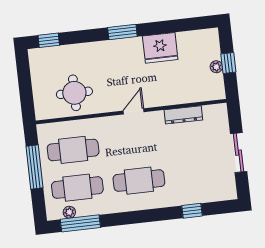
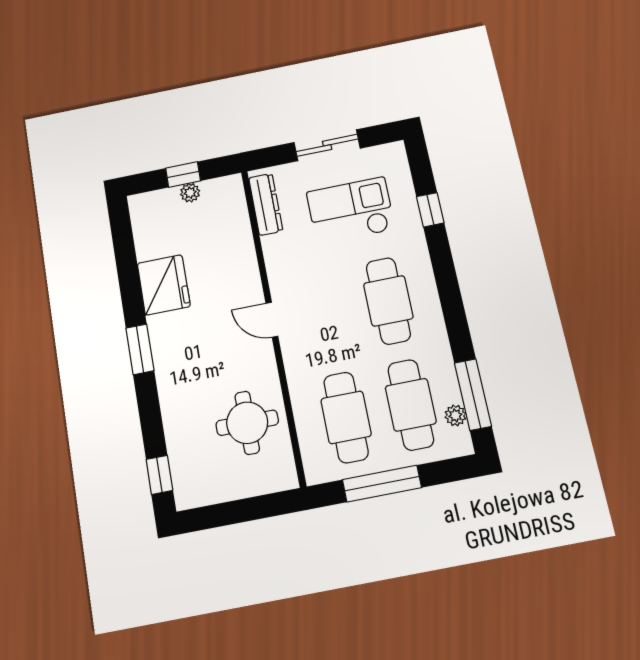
dresser: (183, 115) -> (266, 204), moved
checkout: (196, 163) -> (351, 211), added

